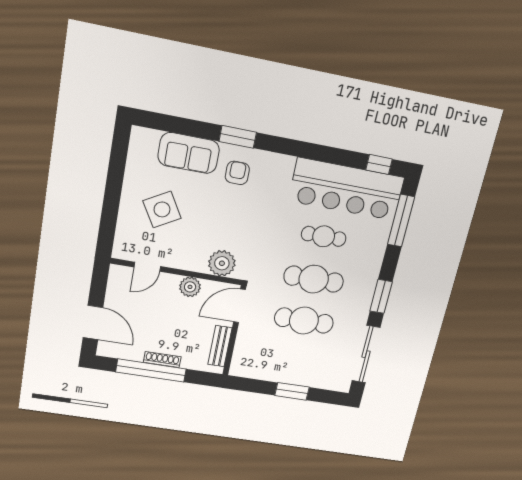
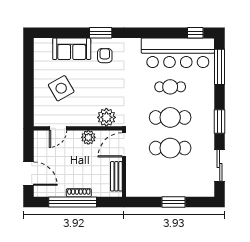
sliding door: (366, 354) -> (220, 165), width x0.73

